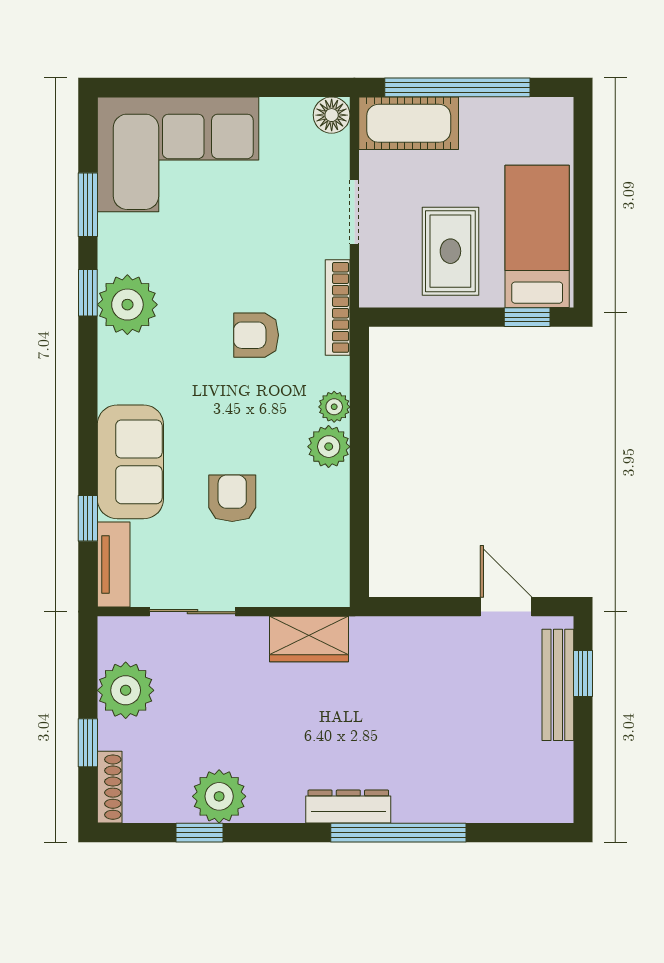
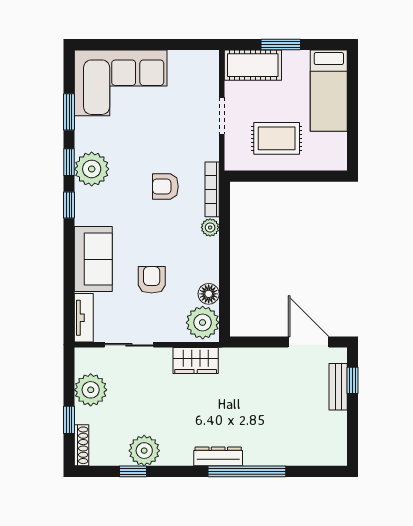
window: (457, 87) -> (281, 45), width x0.47
floor lamp: (332, 115) -> (209, 294), moved
bed: (537, 236) -> (329, 91), moved, turned 180
rug: (450, 251) -> (277, 138), turned 90
bookcase: (338, 307) -> (212, 189), moved
window: (527, 317) -> (321, 176), removed
plant: (329, 447) -> (203, 323), moved, width x1.36, depth x1.36
window: (88, 518) -> (69, 205), moved
door: (506, 607) -> (308, 342), width x1.38
bench: (558, 685) -> (338, 387), width x0.73

